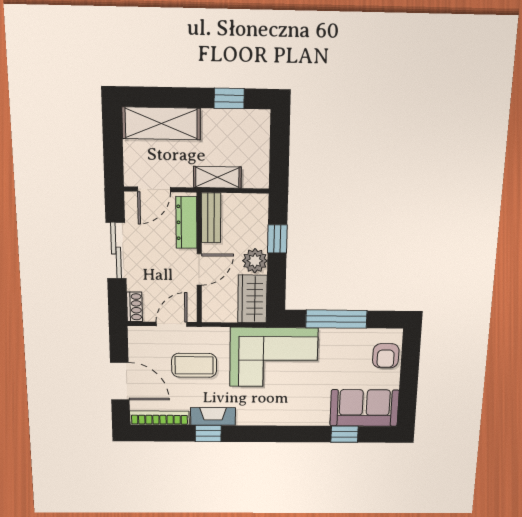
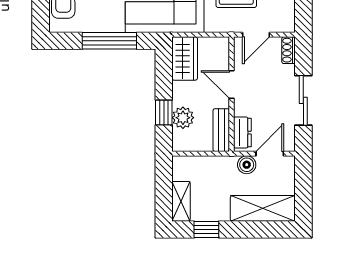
boiler: (181, 177) -> (247, 165), added
shelving: (217, 177) -> (181, 201), moved, turned 90
dresser: (186, 222) -> (242, 133), width x0.70
plant: (255, 261) -> (183, 118), moved
door: (199, 269) -> (231, 85), hinge flipped

